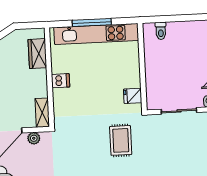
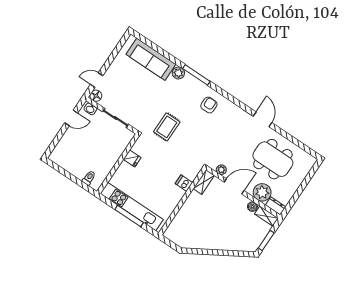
wardrobe: (37, 54) -> (179, 222), removed
dishwasher: (61, 81) -> (184, 183), moved
fridge: (133, 96) -> (132, 158), moved

